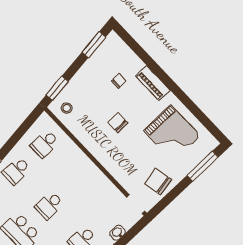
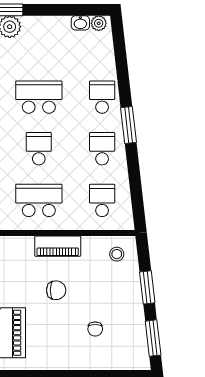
piano: (153, 83) -> (58, 246), moved, turned 180
window: (57, 88) -> (147, 287), moved
school desk: (78, 179) -> (39, 200), added

